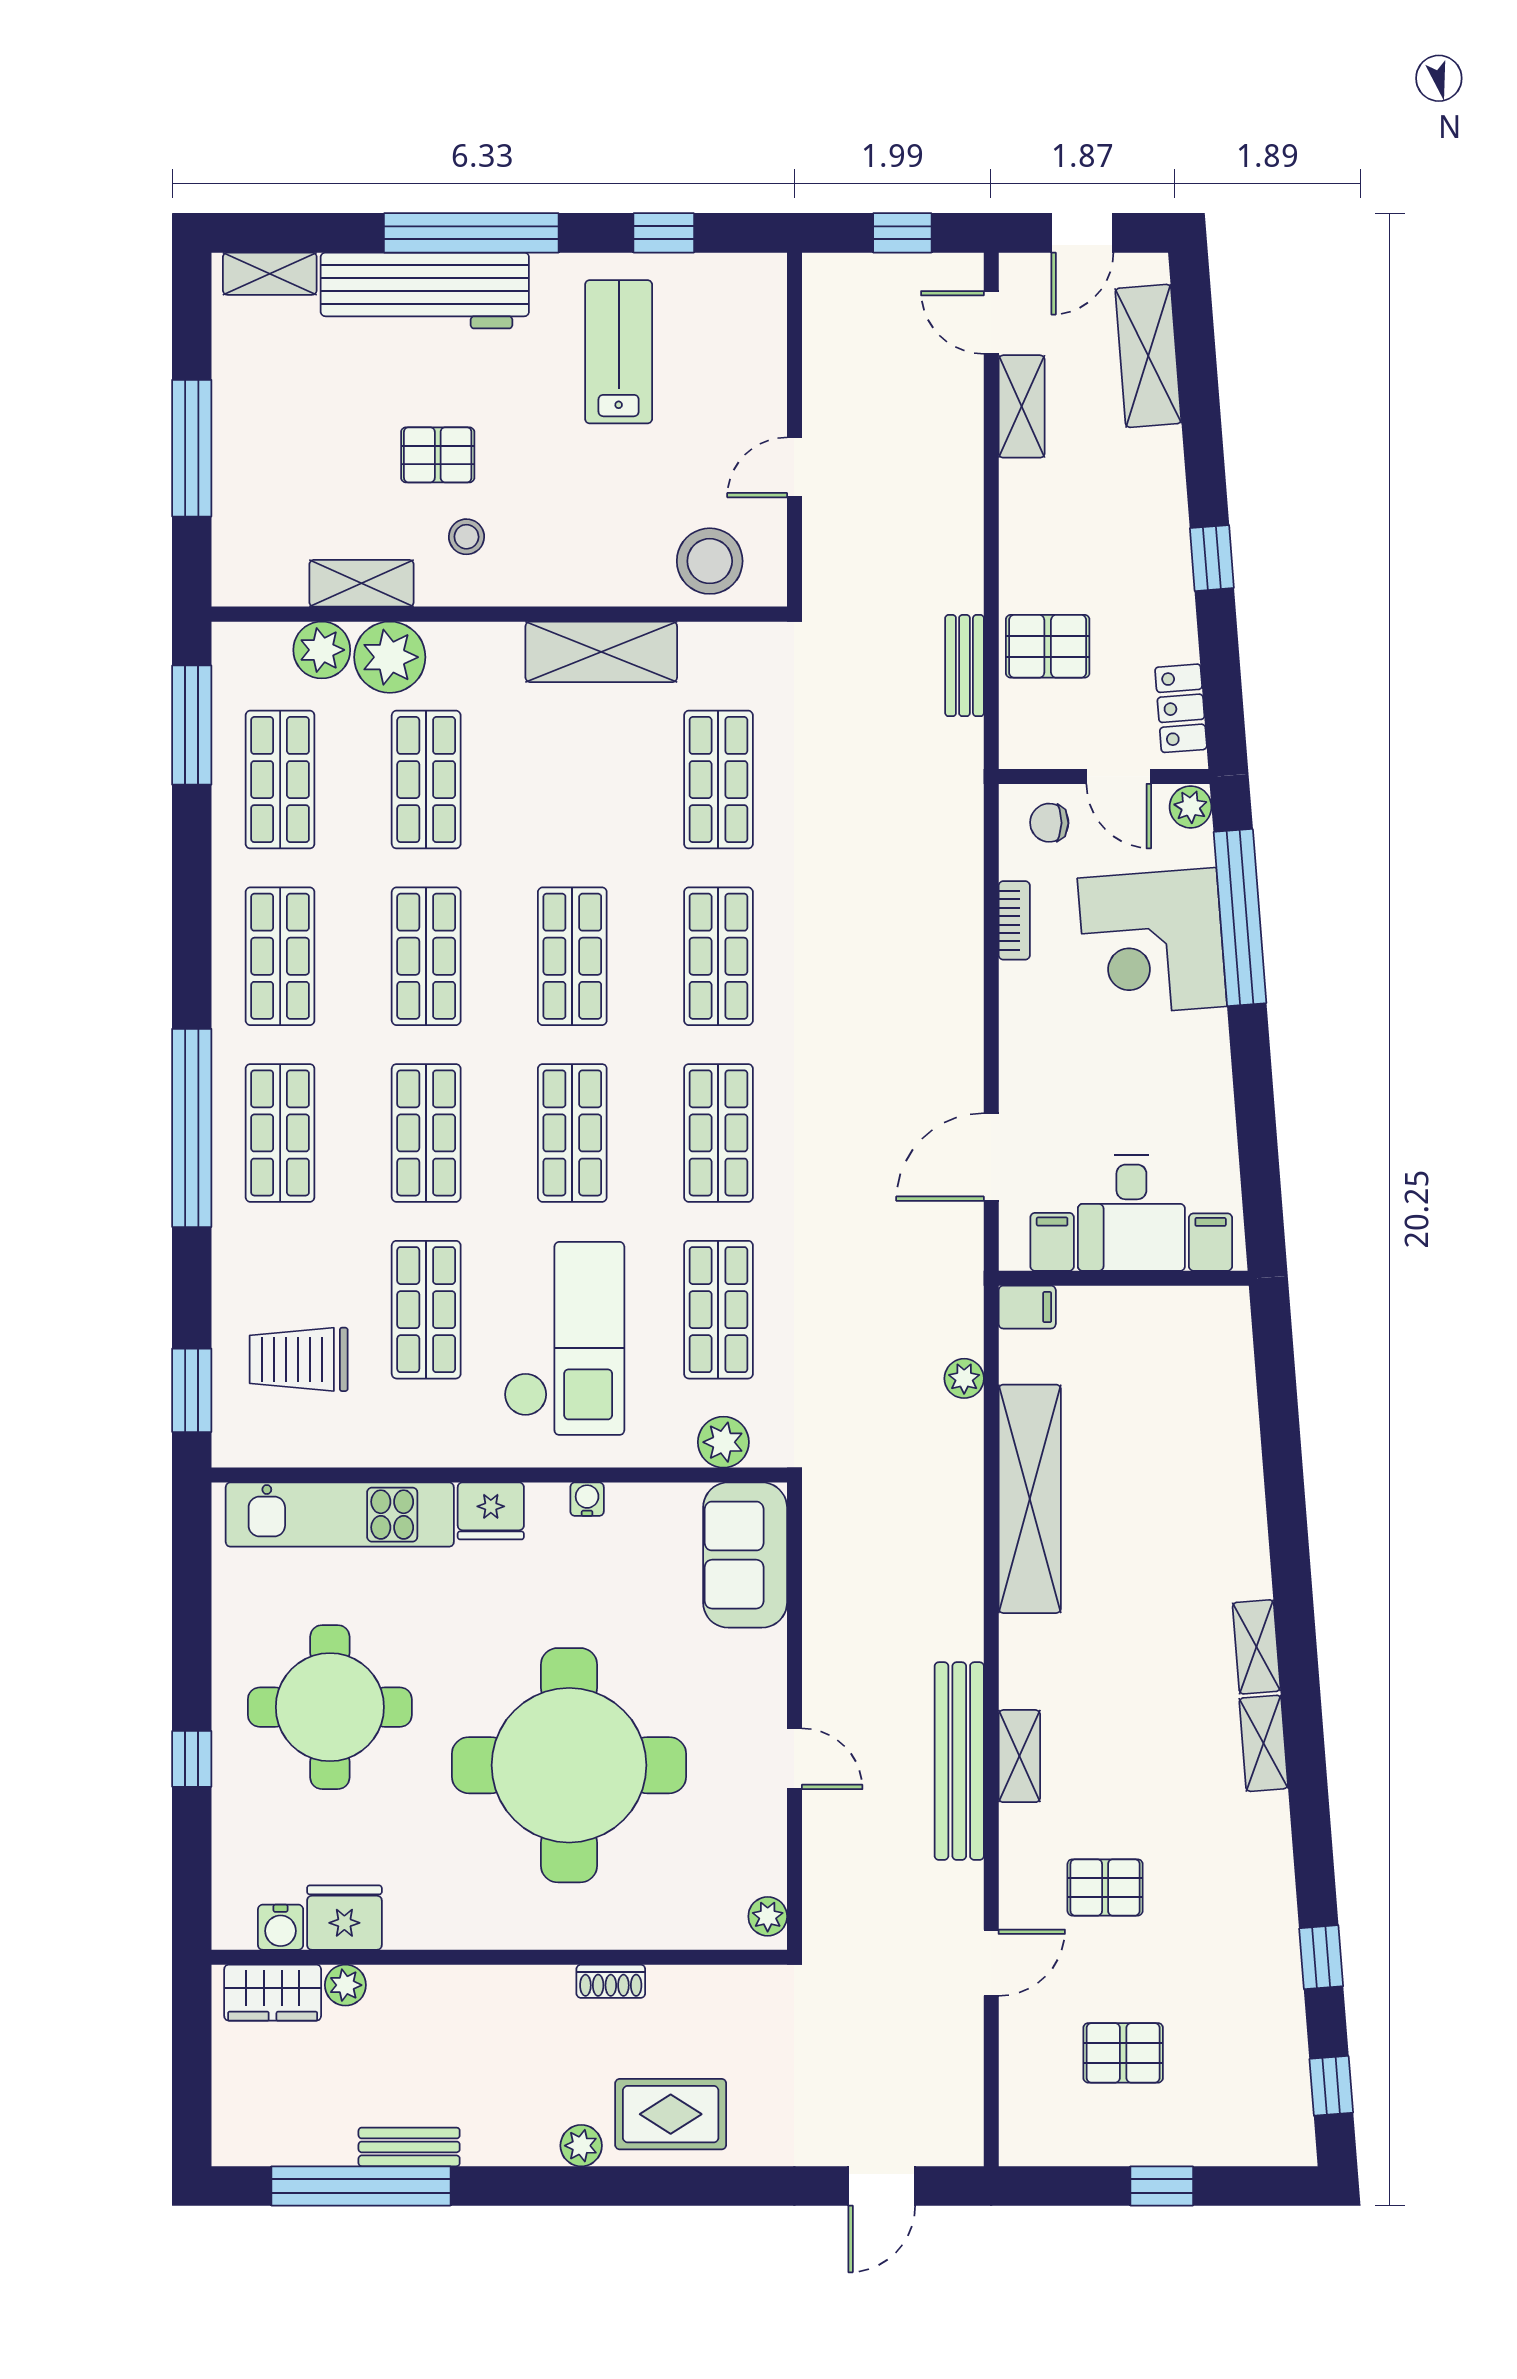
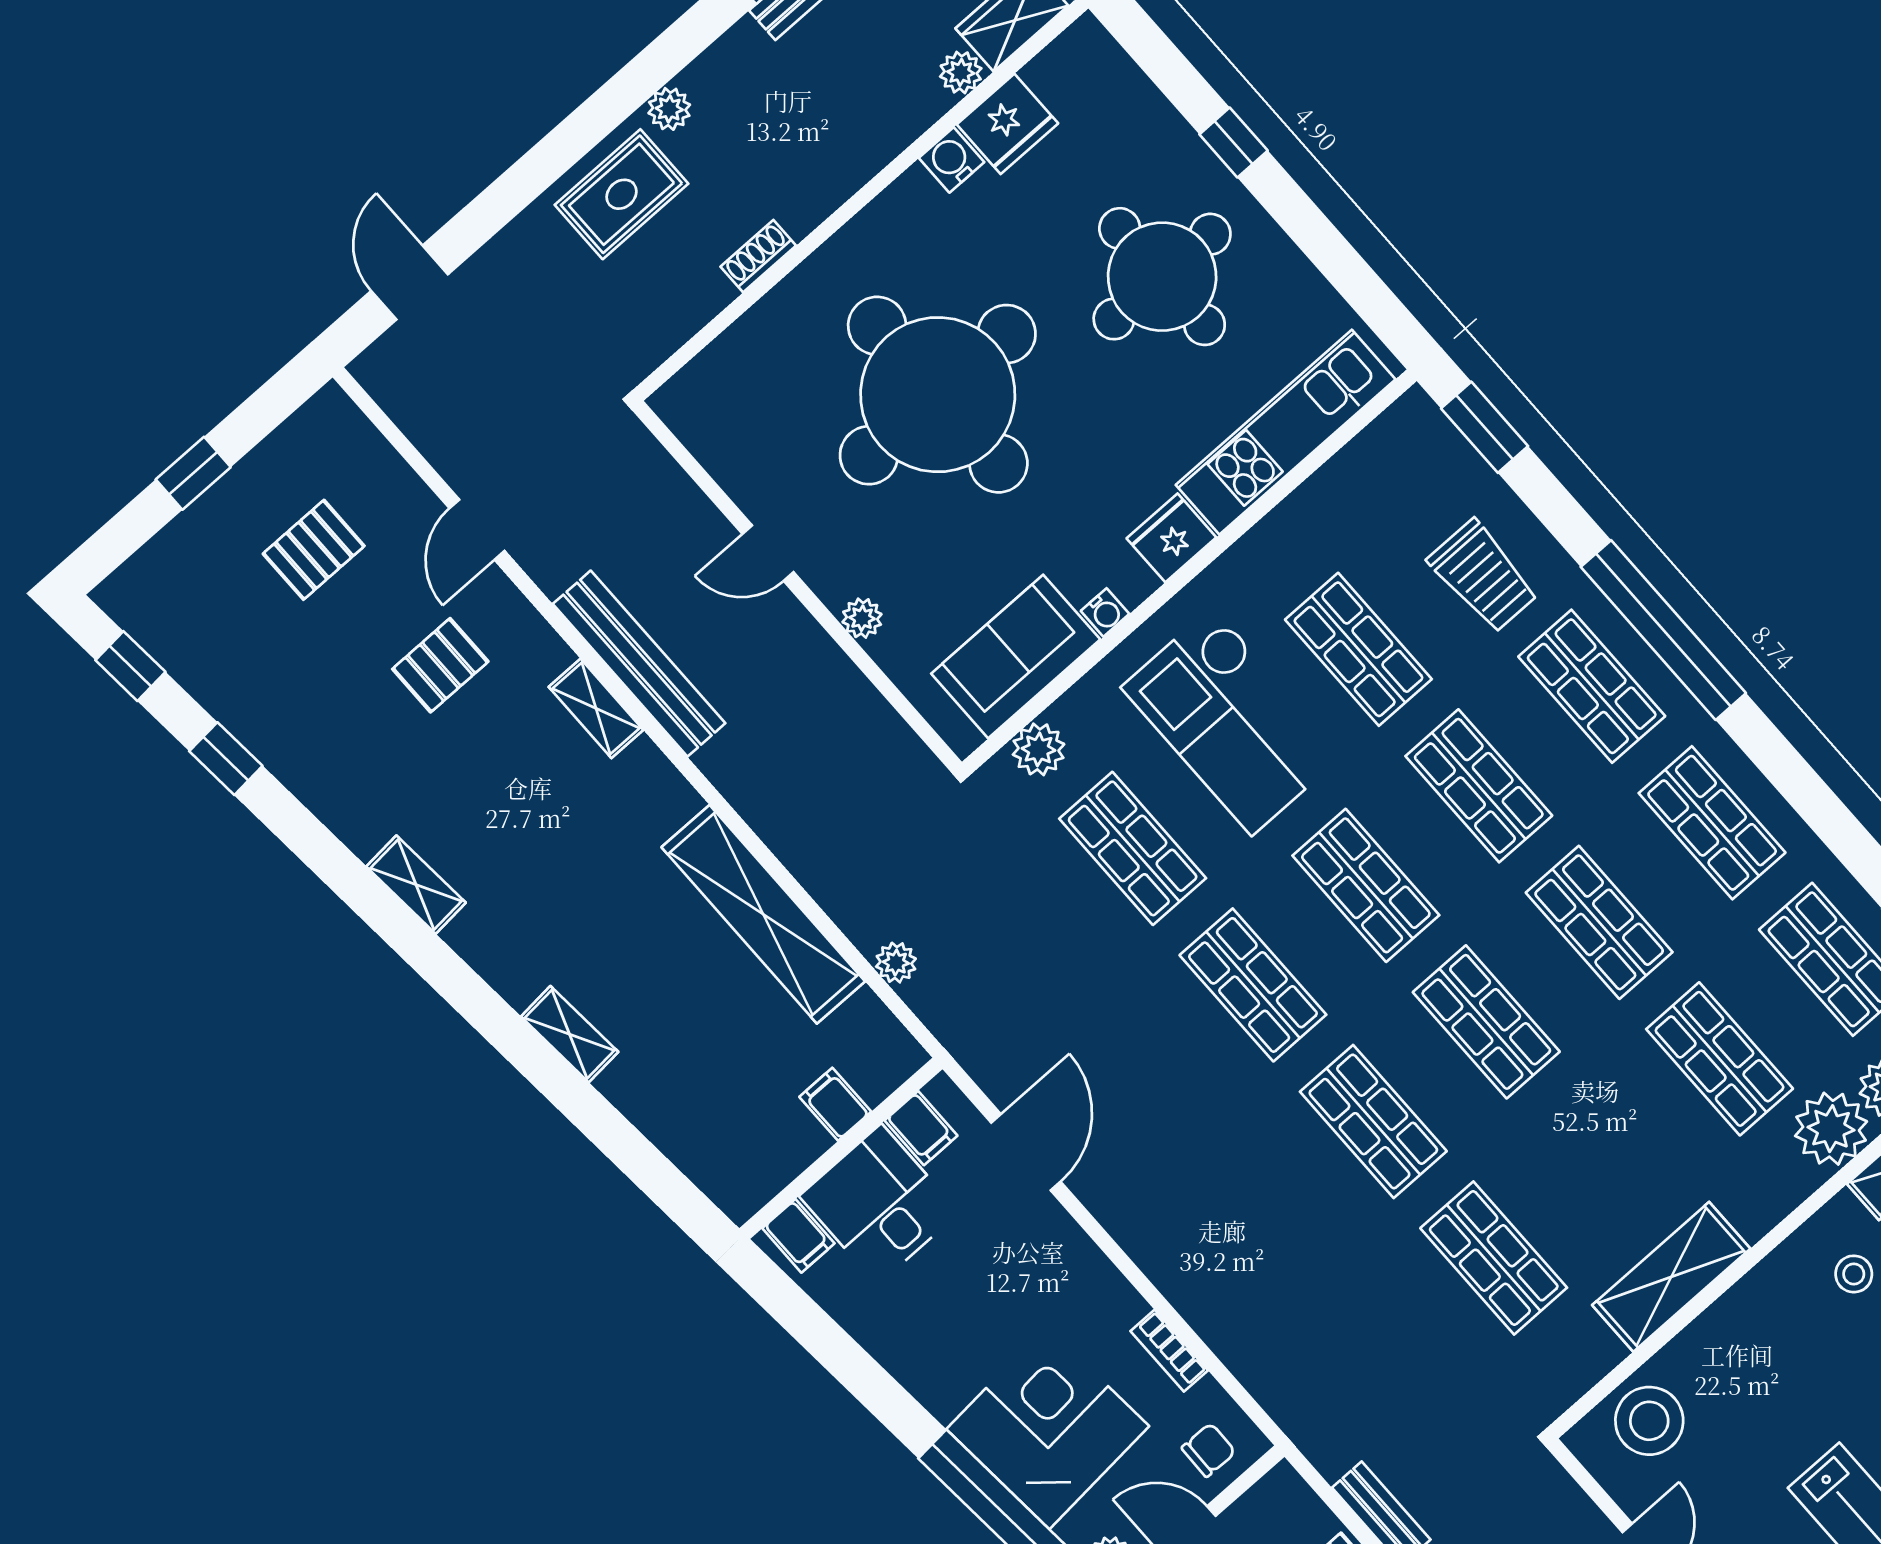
filing cabinet: (1027, 1307) -> (835, 1104), moved, turned 90
trolley: (299, 1359) -> (1483, 576), moved, turned 90
sofa: (745, 1555) -> (1016, 656), moved, turned -90
shelving: (1256, 1647) -> (570, 1034), moved
plant: (768, 1916) -> (862, 618), moved
water cooler: (281, 1927) -> (952, 160), moved

